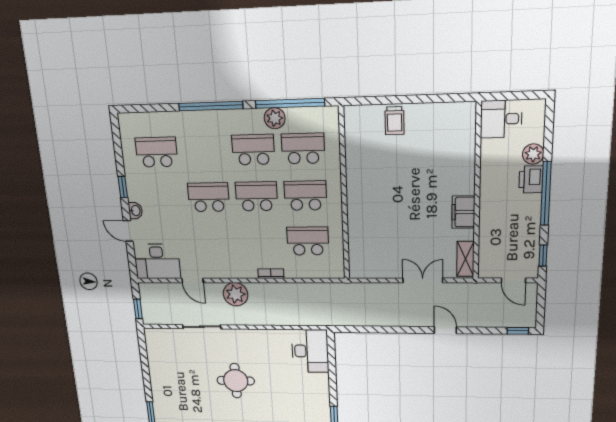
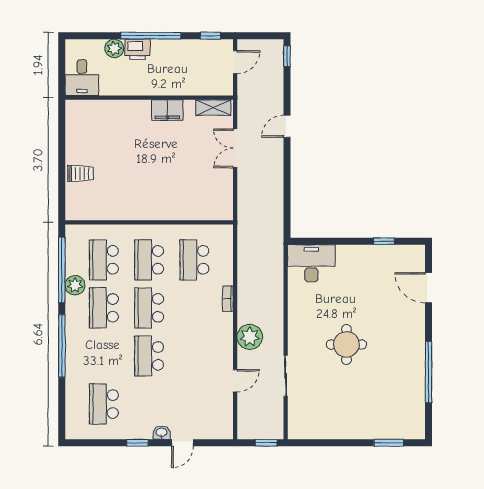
desk: (157, 261) -> (215, 416), removed

